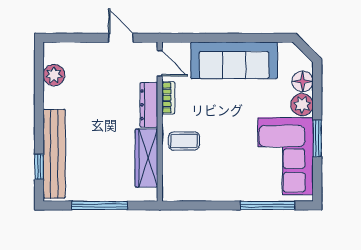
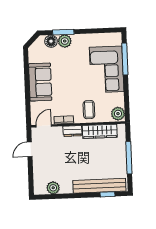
sofa: (234, 60) -> (40, 82), width x0.73
dresser: (149, 105) -> (72, 131), width x0.70
window: (317, 138) -> (63, 32), moved
corner sofa: (285, 156) -> (107, 69), moved, turned 90
plant: (175, 190) -> (118, 114), added

